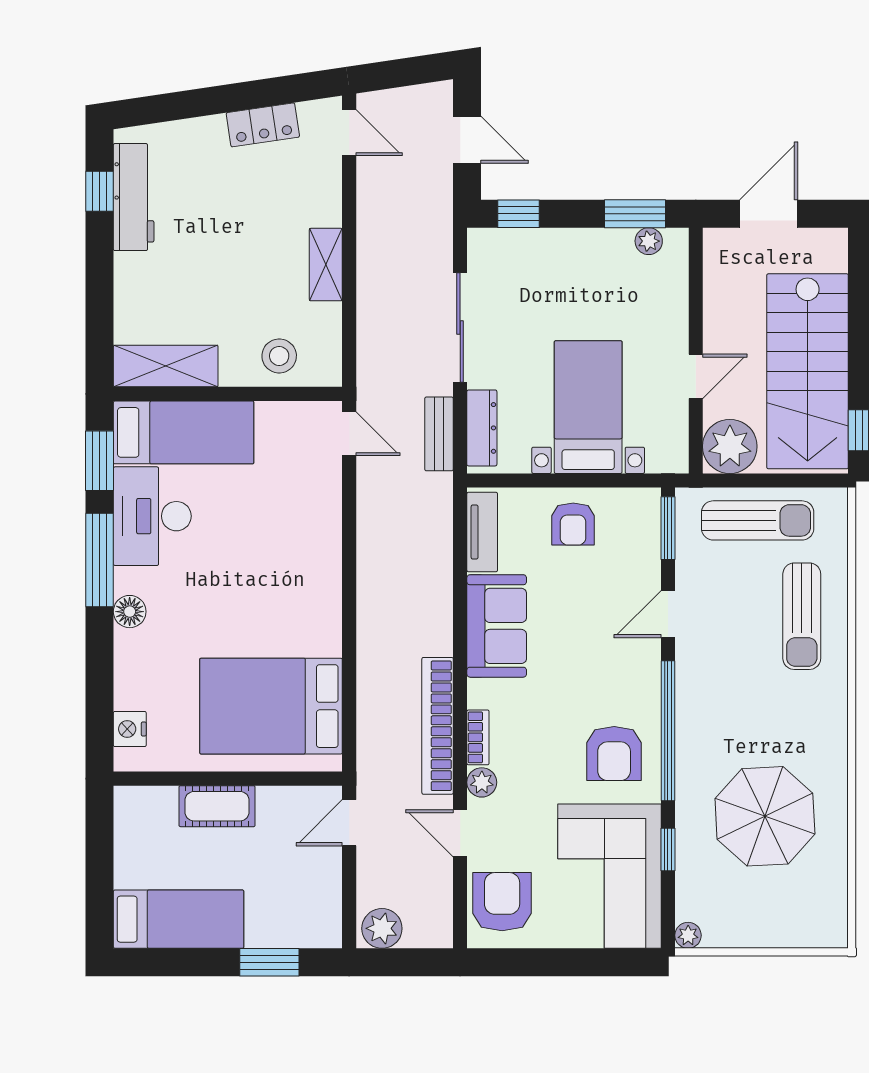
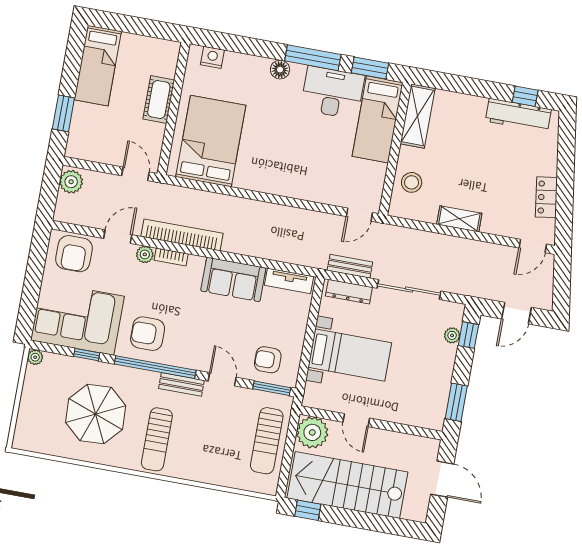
plant: (649, 241) -> (452, 335), moved
armchair: (573, 524) -> (268, 360), moved
sun lounger: (802, 616) -> (157, 439), moved, turned -90
bench: (689, 681) -> (181, 384), added
armchair: (502, 902) -> (74, 254), turned 90

